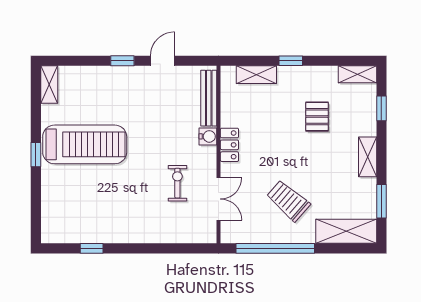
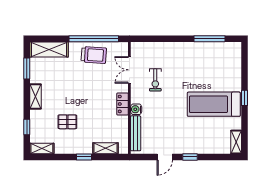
pallet: (317, 117) -> (67, 122), turned 90
trolley: (288, 201) -> (94, 55), moved, turned -37
window: (92, 248) -> (209, 39), width x2.17

